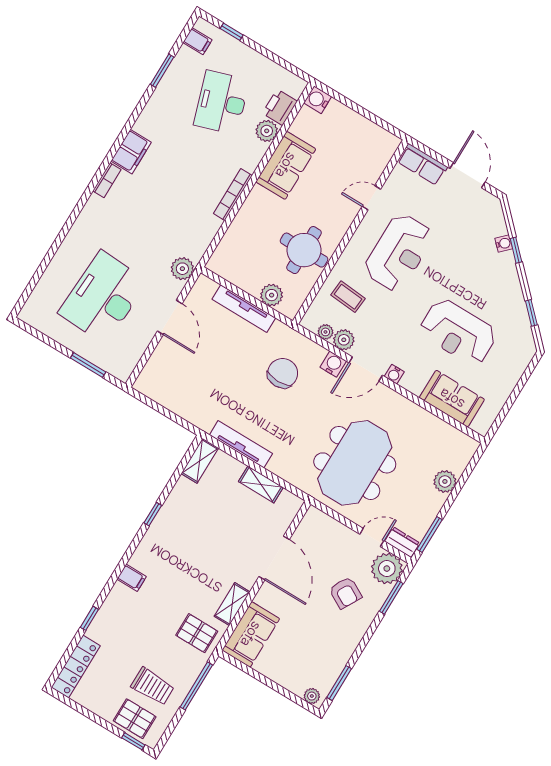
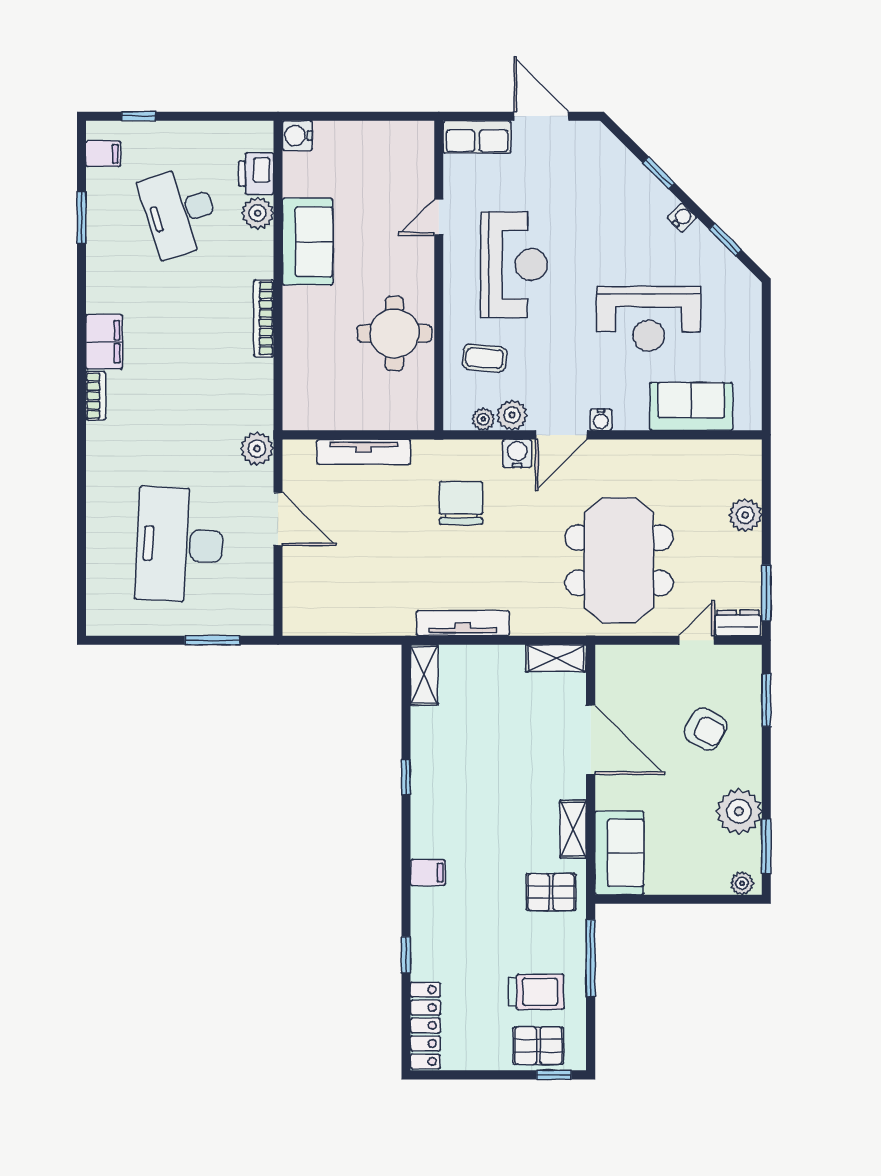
water cooler: (504, 244) -> (682, 218), moved
plant: (272, 295) -> (388, 414), removed
shelving: (261, 484) -> (556, 658), moved
plant: (387, 569) -> (739, 811), moved

